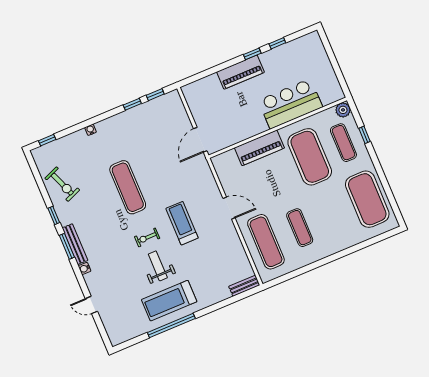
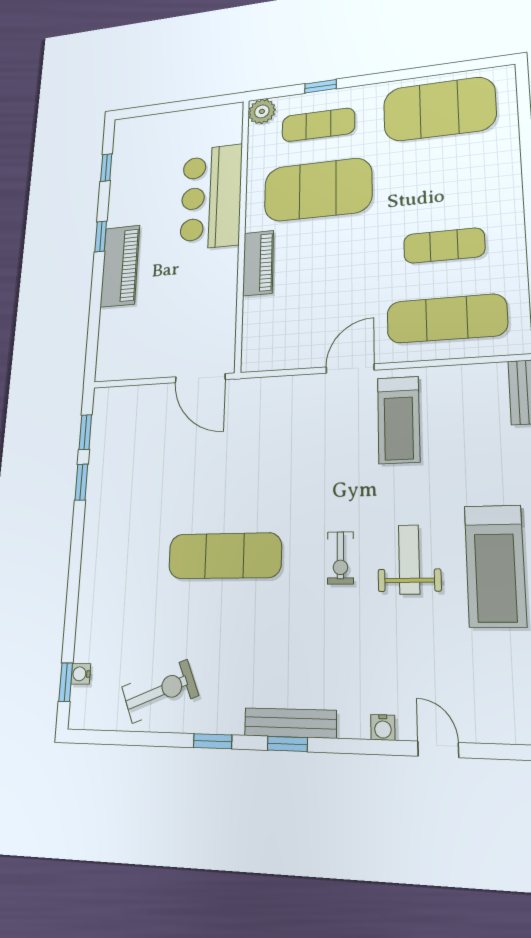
window: (277, 43) -> (106, 168), moved
water cooler: (90, 130) -> (81, 674), moved
piano: (259, 148) -> (258, 263), width x0.73, depth x0.75
treadmill: (182, 223) -> (399, 420), moved, turned -90
window: (67, 246) -> (287, 744), width x0.67
weight bench: (158, 266) -> (409, 559), turned 90
water cooler: (84, 268) -> (383, 728), moved
door: (91, 305) -> (438, 749), swing flipped

